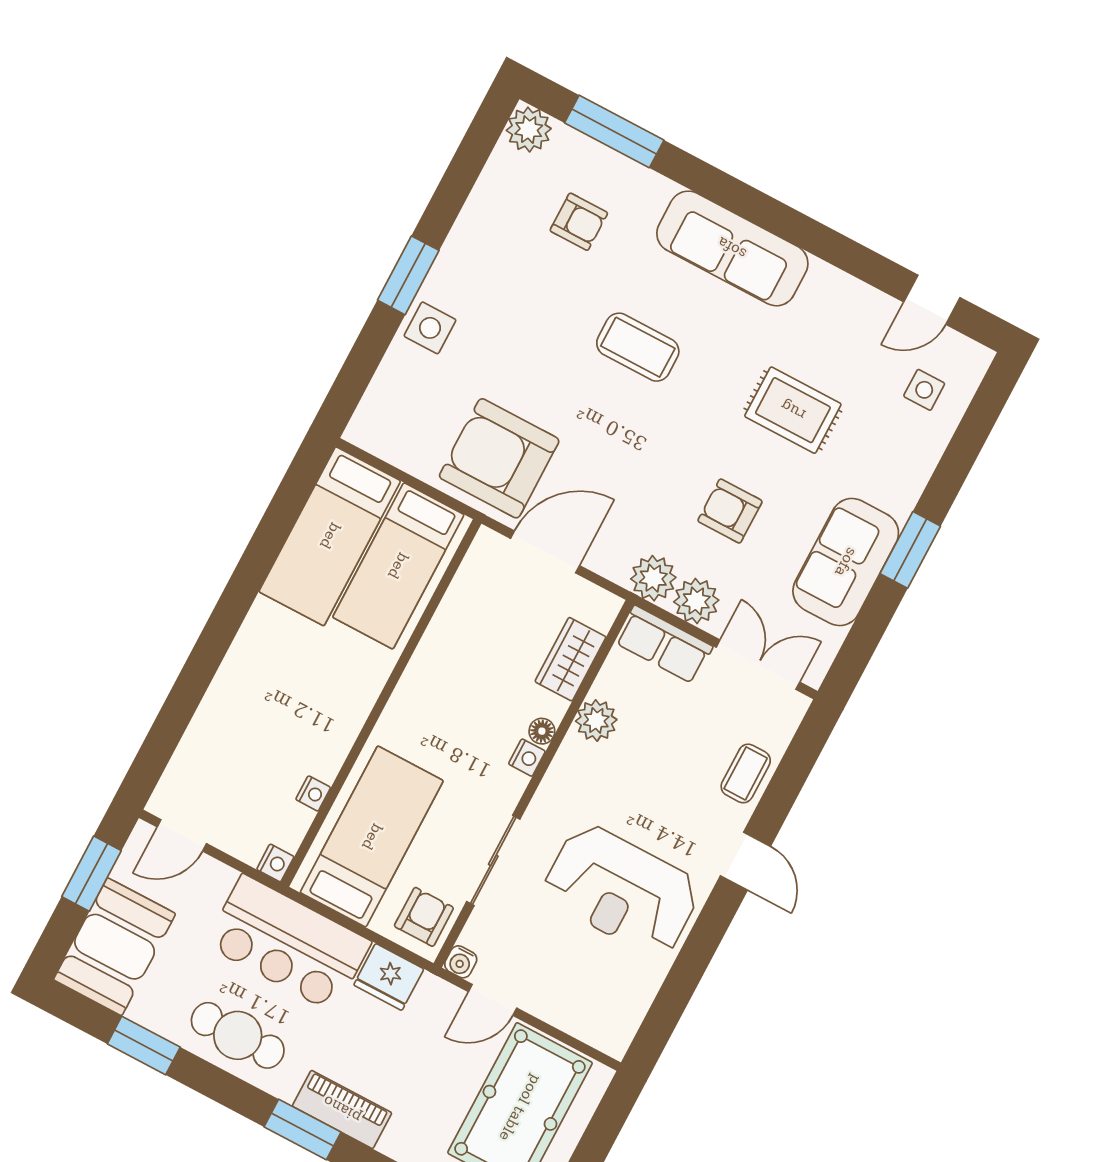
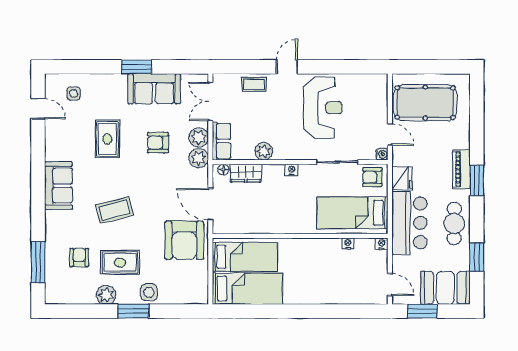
plant: (529, 130) -> (106, 295), moved
sofa: (732, 248) -> (58, 186), width x0.73
rug: (523, 301) -> (120, 262), added
coffee table: (638, 347) -> (115, 210), turned 76
armchair: (730, 511) -> (158, 143), turned 90
floor lamp: (542, 731) -> (223, 170), moved

